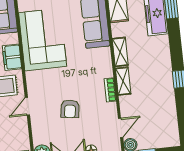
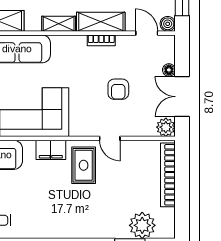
shelving: (123, 81) -> (101, 22), width x1.50, depth x1.33
armchair: (70, 109) -> (118, 89), turned 82

